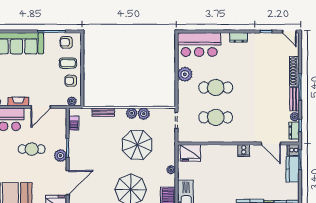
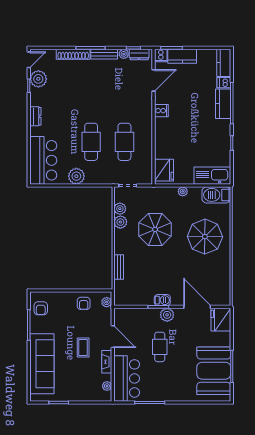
plant: (272, 40) -> (38, 79), added
coffee table: (68, 63) -> (83, 348), moved
plant: (132, 113) -> (120, 209), moved
barbecue: (74, 123) -> (162, 300), moved

